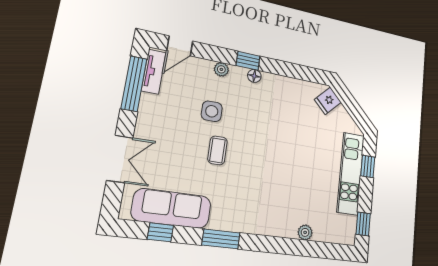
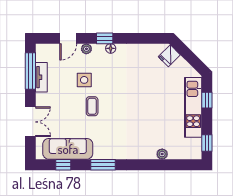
door: (180, 46) -> (68, 38), moved
tv unit: (154, 72) -> (41, 77), moved

